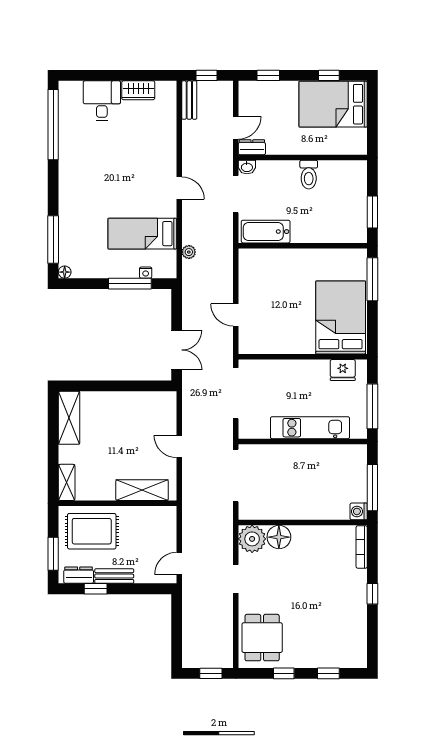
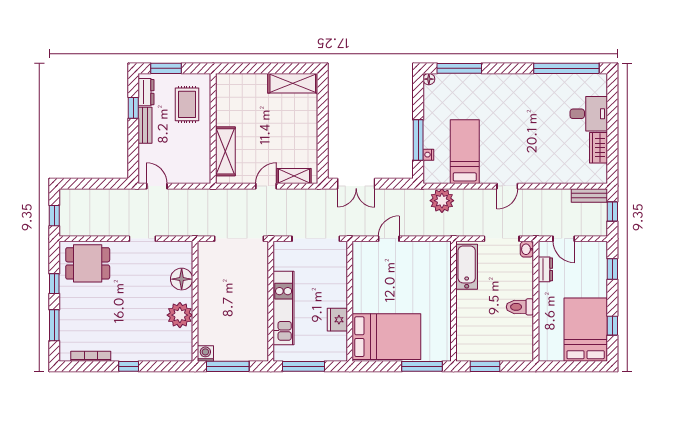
dresser: (252, 147) -> (545, 269), moved
plant: (189, 252) -> (442, 201), width x1.88, depth x1.88
fridge: (343, 370) -> (337, 320), moved
shelving: (67, 482) -> (294, 176), moved
rug: (92, 531) -> (187, 104), width x0.73, depth x0.70
plant: (252, 539) -> (180, 315), moved
bookcase: (362, 547) -> (91, 356), moved
window: (328, 673) -> (54, 325), width x1.50

